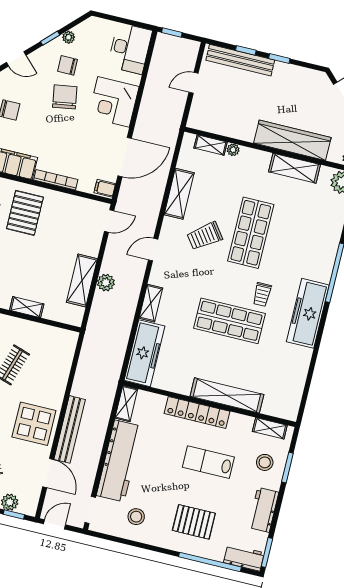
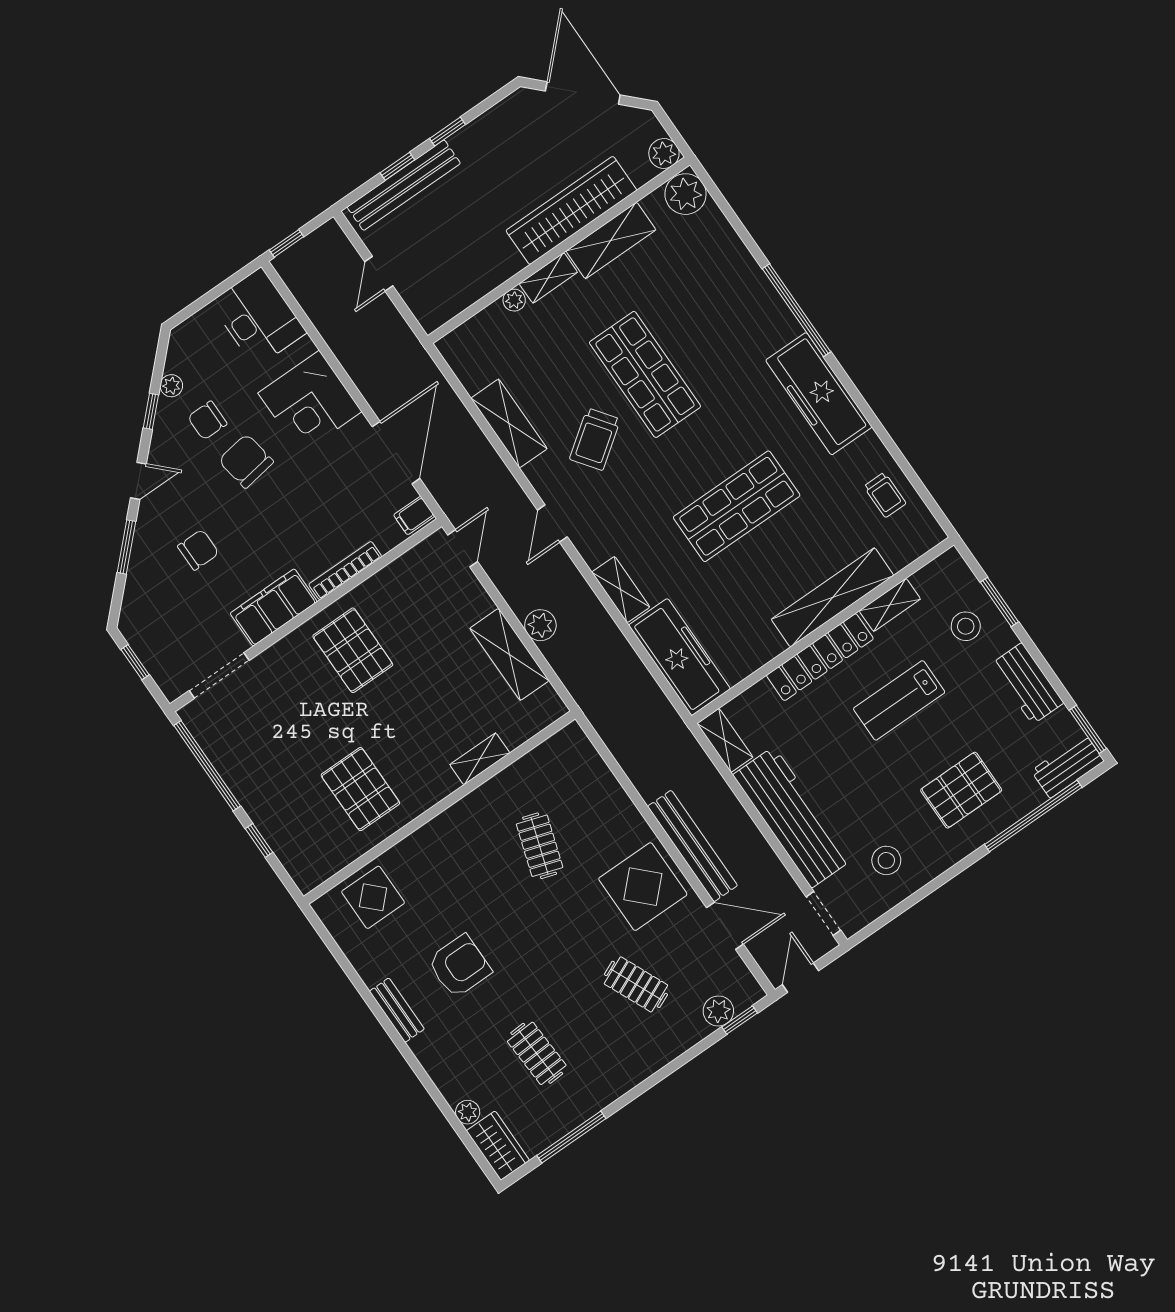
shelving: (211, 145) -> (548, 278), moved
trolley: (262, 294) -> (885, 495), moved
shelving: (270, 428) -> (890, 605), moved

